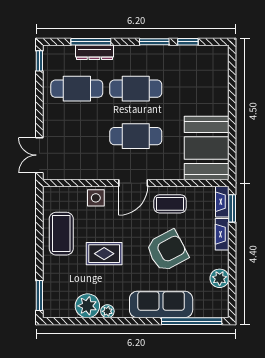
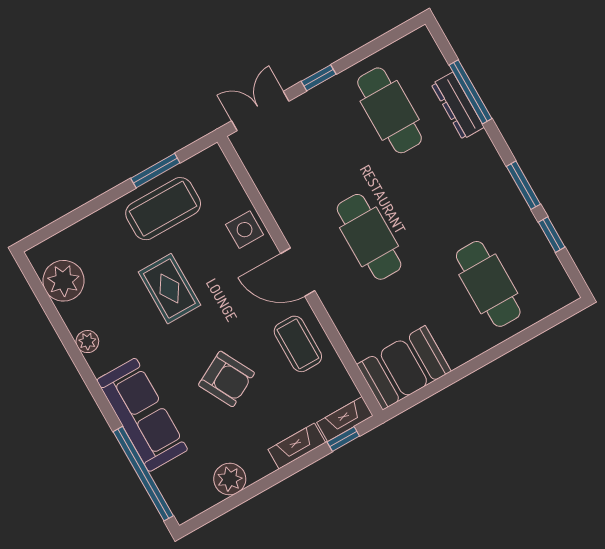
window: (39, 61) -> (319, 78), moved
cafe table: (136, 89) -> (488, 284), moved
booth: (207, 148) -> (404, 368), width x0.73, depth x0.70
window: (232, 208) -> (343, 439), width x0.67
armchair: (167, 251) -> (226, 379), width x0.73, depth x0.73
window: (39, 295) -> (155, 171), moved
plant: (87, 306) -> (64, 281), moved

